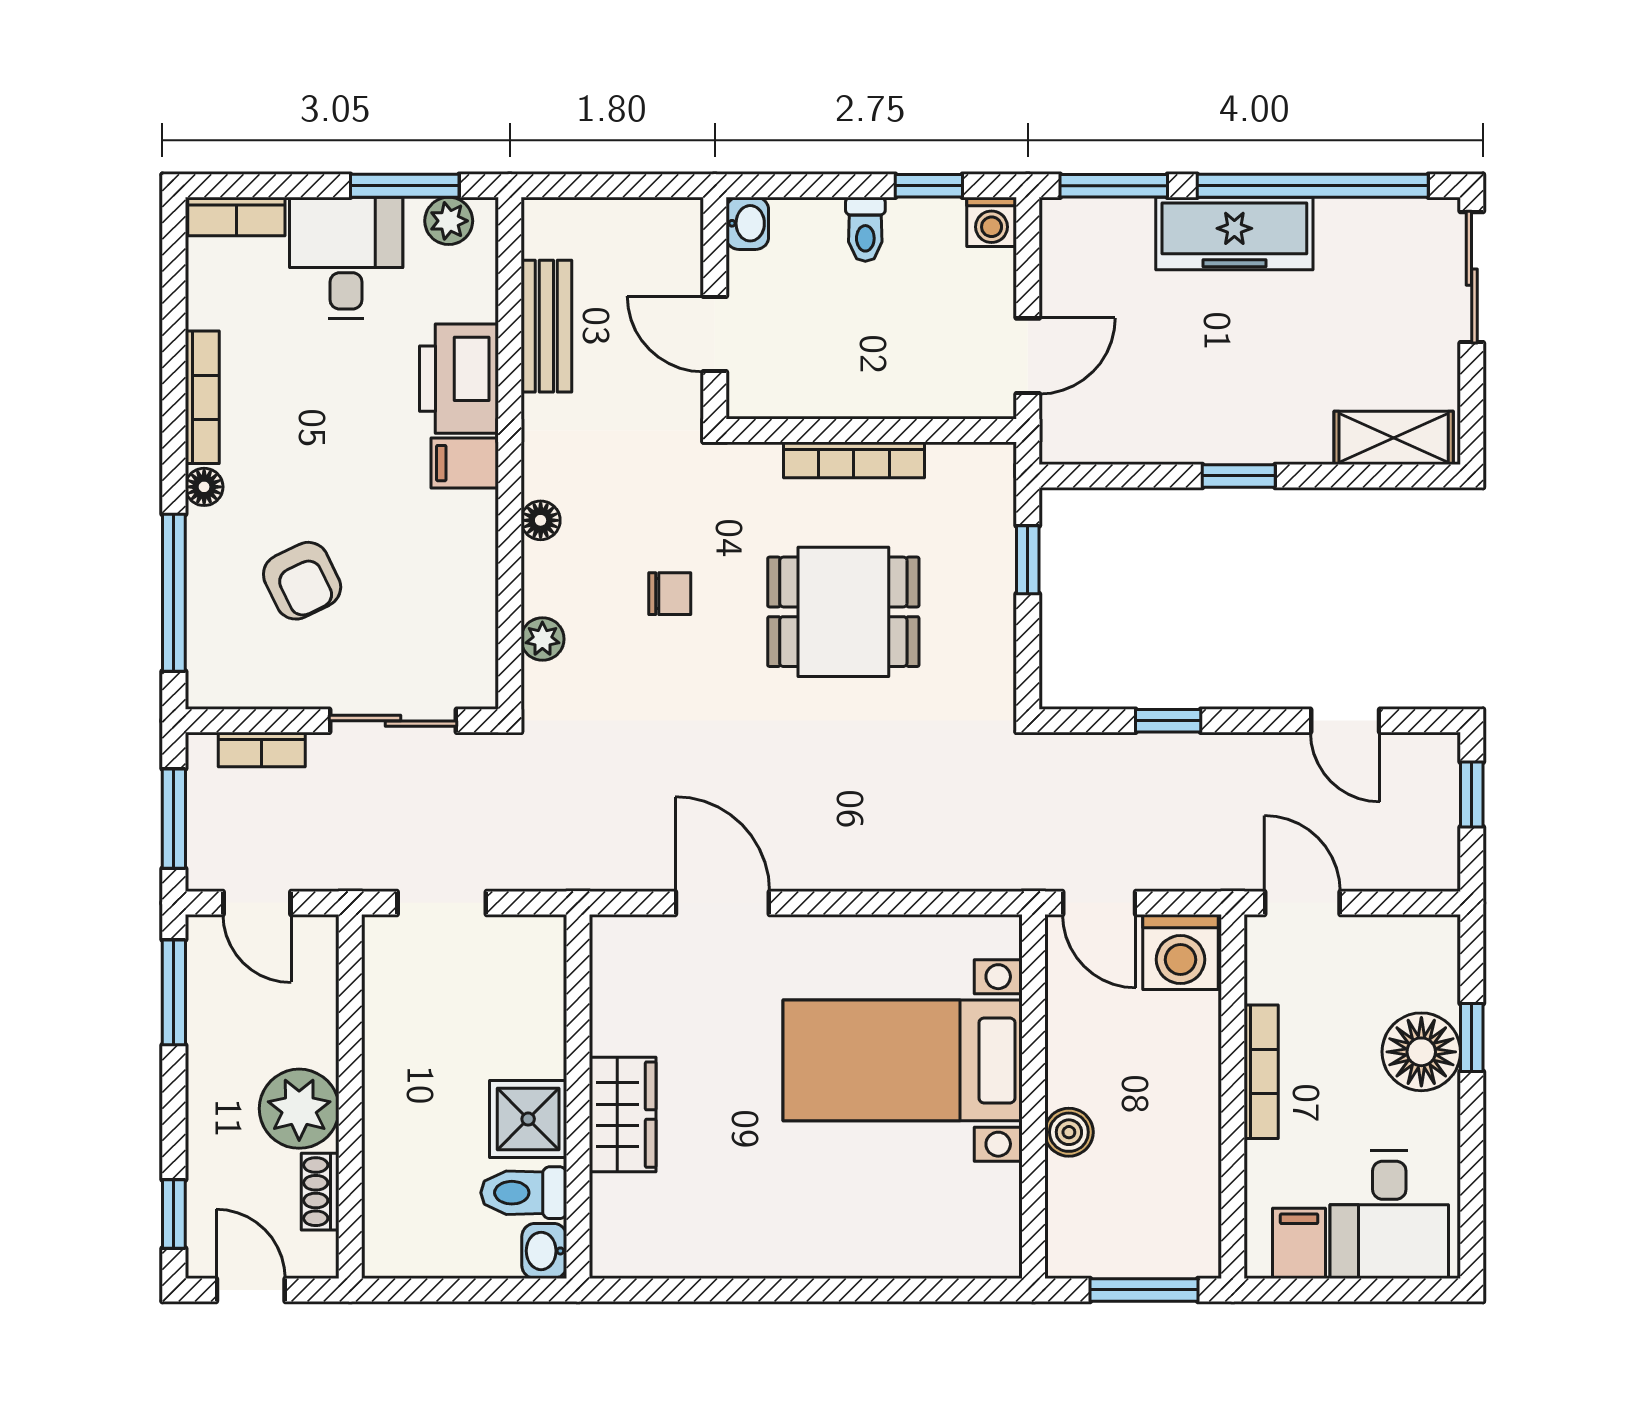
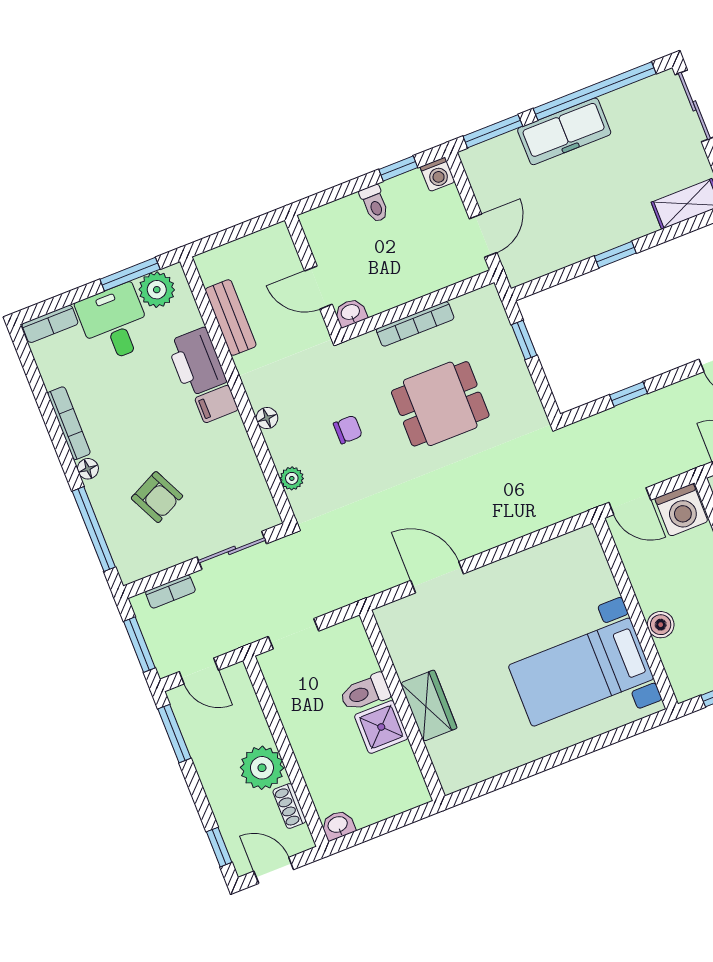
plant: (449, 221) -> (157, 290), width x1.38, depth x1.38
washbasin: (747, 223) -> (351, 313), moved, turned -90
bed with nightstands: (903, 1060) -> (581, 672), moved
toilet: (524, 1193) -> (365, 692), moved
washbasin: (544, 1251) -> (338, 825), moved, turned 90

